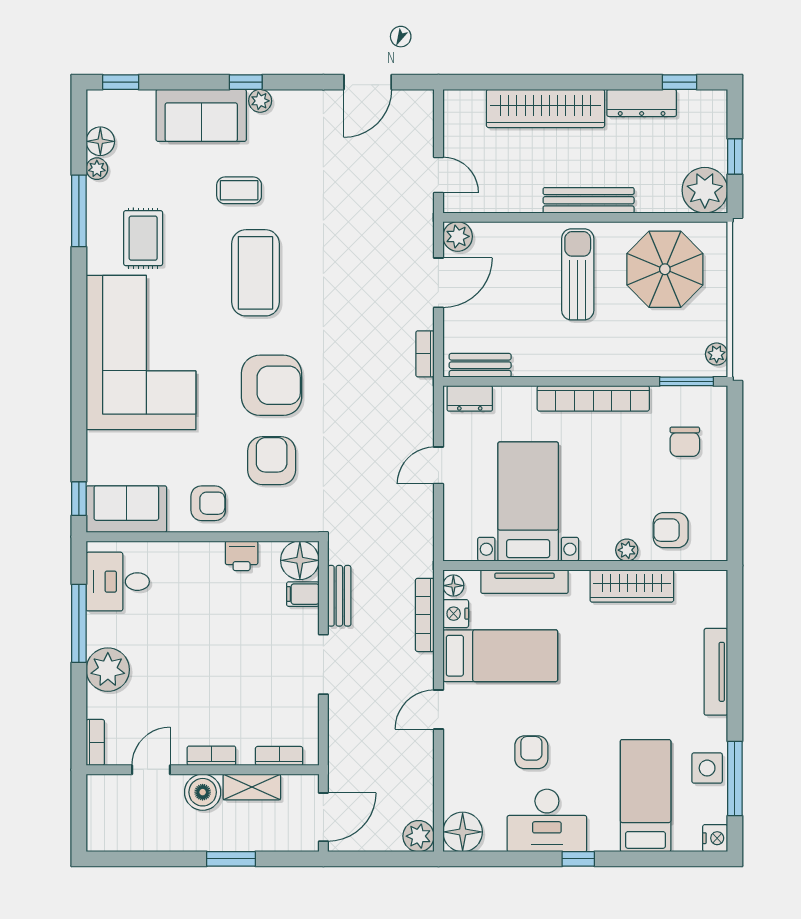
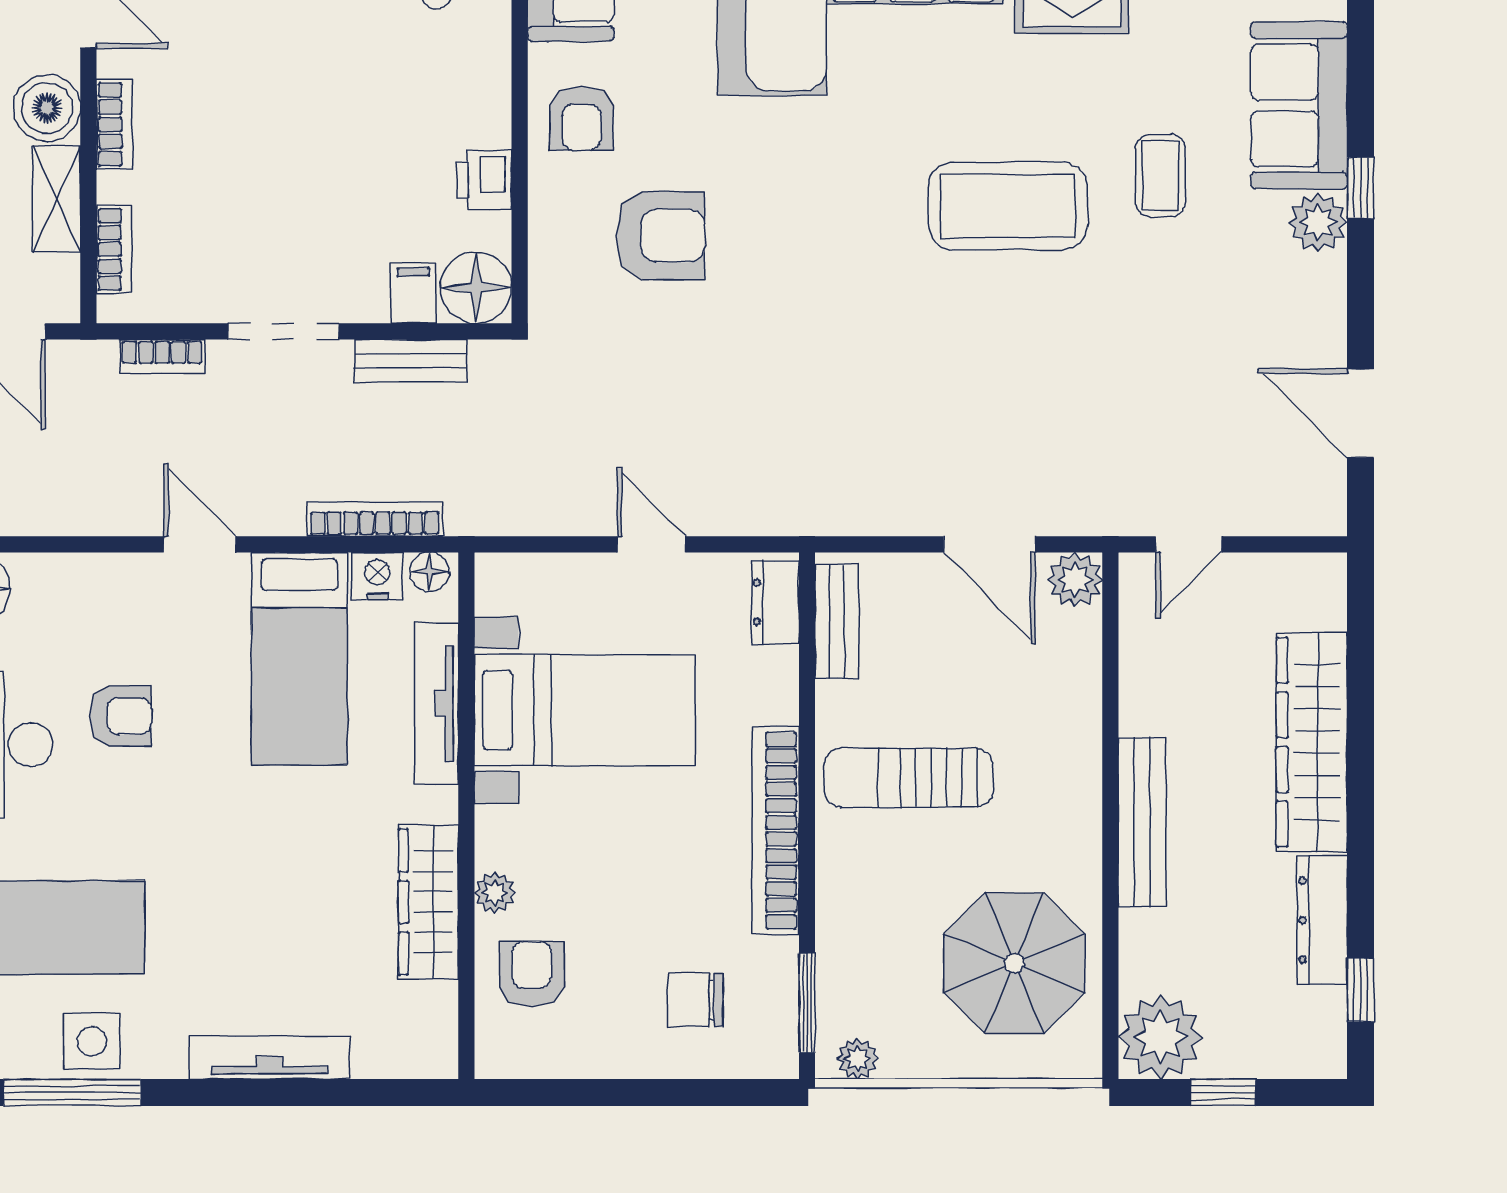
plant: (260, 101) -> (1318, 222), width x1.38, depth x1.38
sun lounger: (578, 274) -> (909, 778), moved, turned 180
bookcase: (425, 354) -> (162, 356), moved, turned 180
armchair: (272, 385) -> (800, 235), removed

